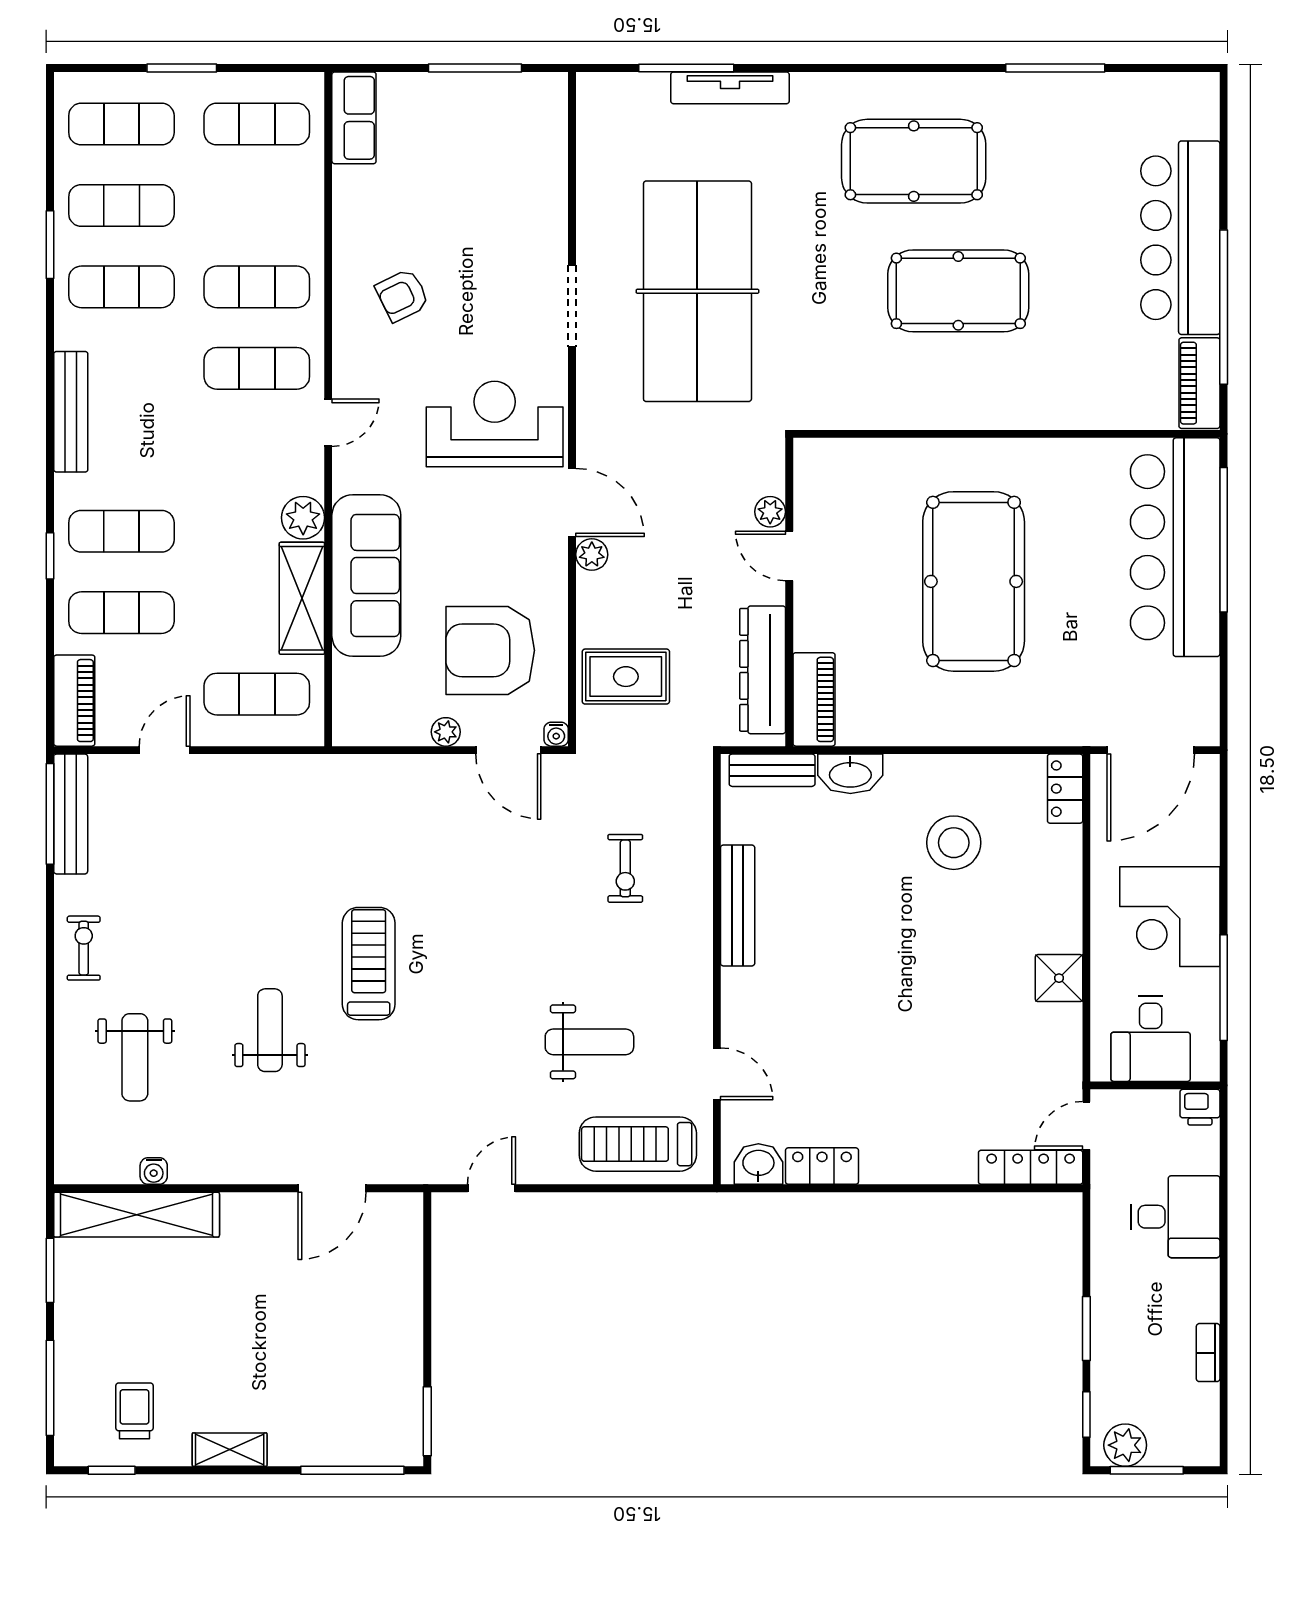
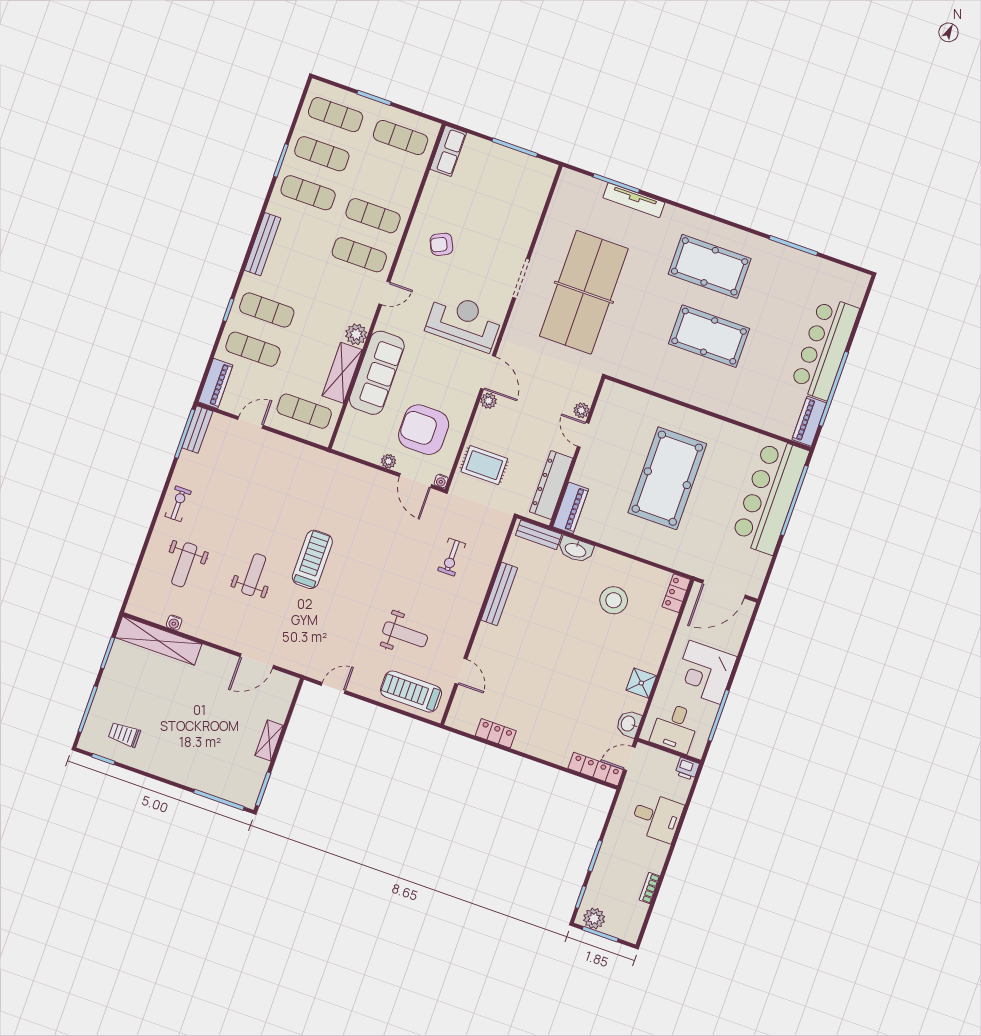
bench: (71, 814) -> (197, 430), width x0.73
washbasin: (758, 1164) -> (629, 724), moved, turned -90
trolley: (135, 1411) -> (124, 734), turned -90
shelving: (230, 1450) -> (269, 740), moved, turned 90

